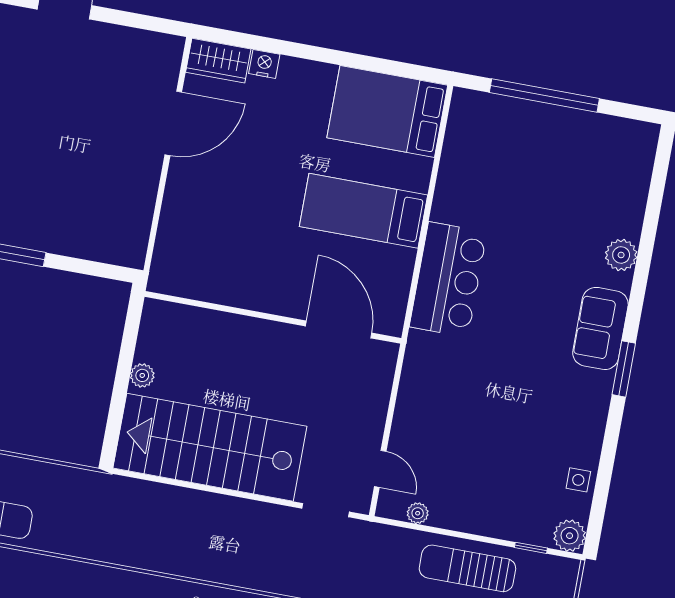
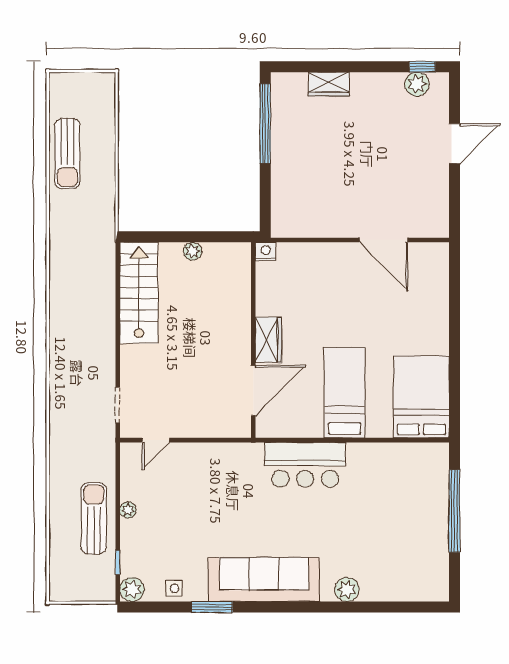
wardrobe: (218, 61) -> (269, 340), moved, turned 180
nightstand: (264, 64) -> (266, 251), moved, turned -90
sofa: (600, 328) -> (264, 579), width x1.85, depth x1.27
window: (624, 369) -> (212, 607), moved
stairs: (210, 447) -> (139, 293), width x0.73, depth x0.66
plant: (418, 513) -> (128, 510), moved

